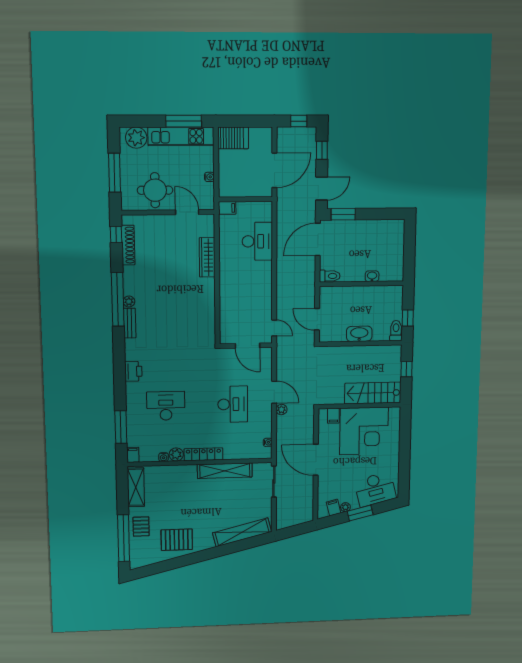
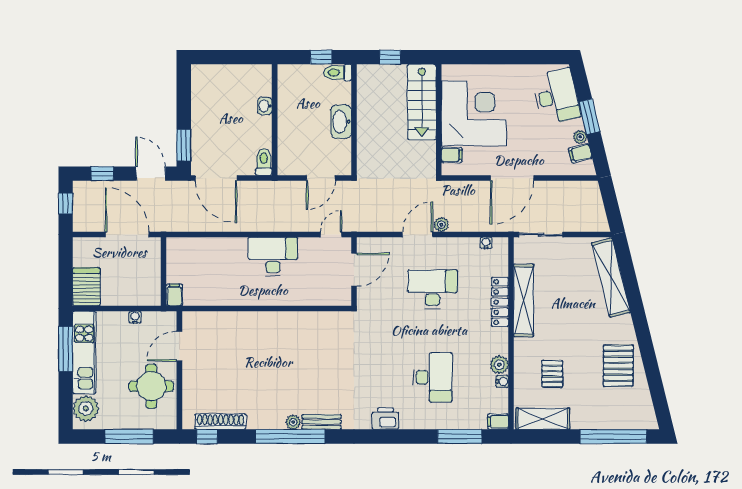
desk: (257, 241) -> (273, 256), moved
wardrobe: (207, 257) -> (237, 321), removed
desk: (166, 406) -> (433, 377), turned 180
locker: (203, 454) -> (500, 302), moved
pallet: (141, 527) -> (552, 374), moved, turned 90

